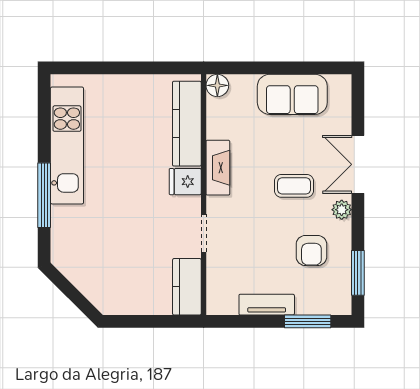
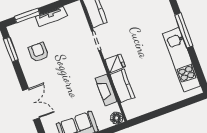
kitchen counter: (187, 124) -> (122, 86), width x0.67
fireplace: (218, 168) -> (106, 90), moved
coffee table: (294, 186) -> (59, 82), removed
plant: (342, 210) -> (31, 78), removed

